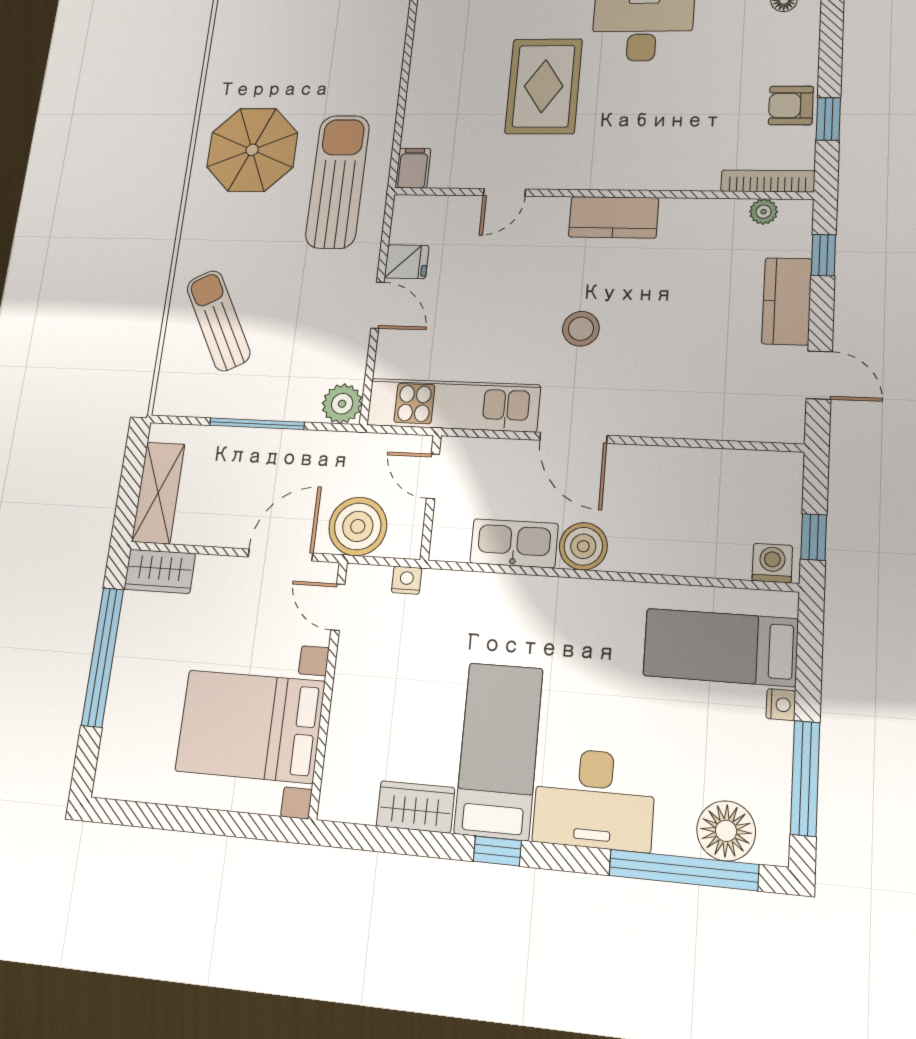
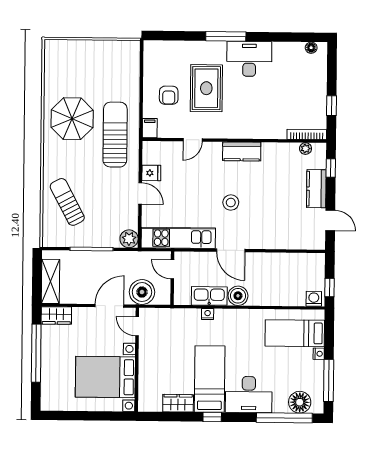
armchair: (791, 105) -> (169, 95), moved, turned -90
nightstand: (407, 580) -> (208, 314), moved

